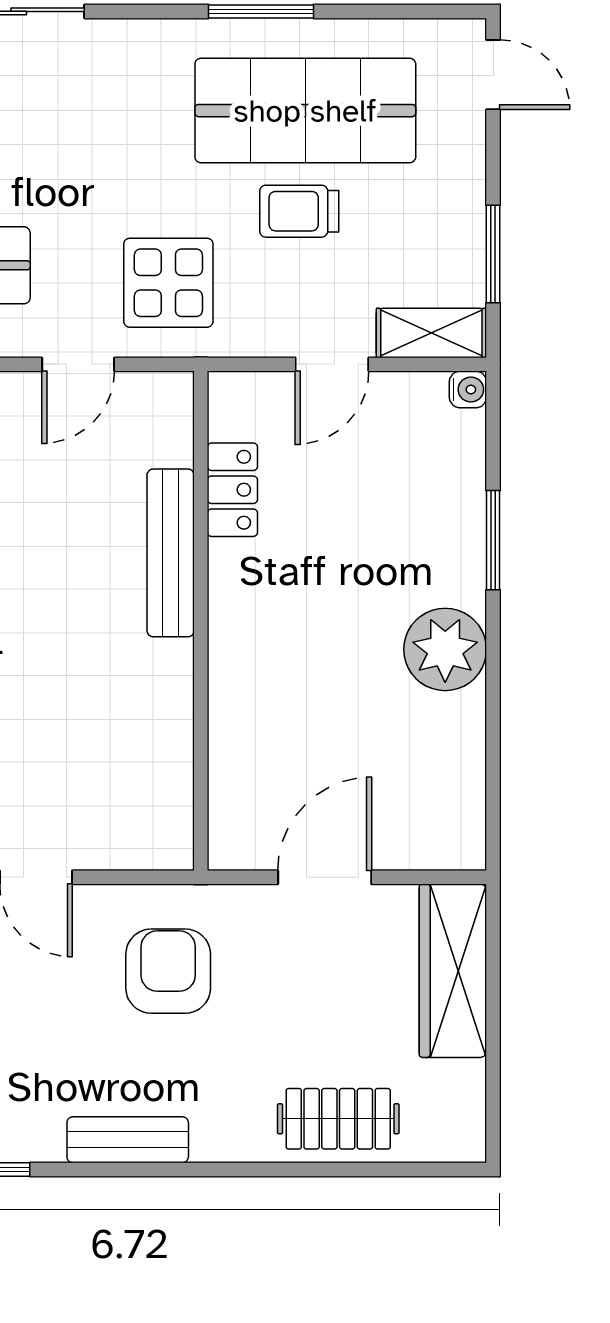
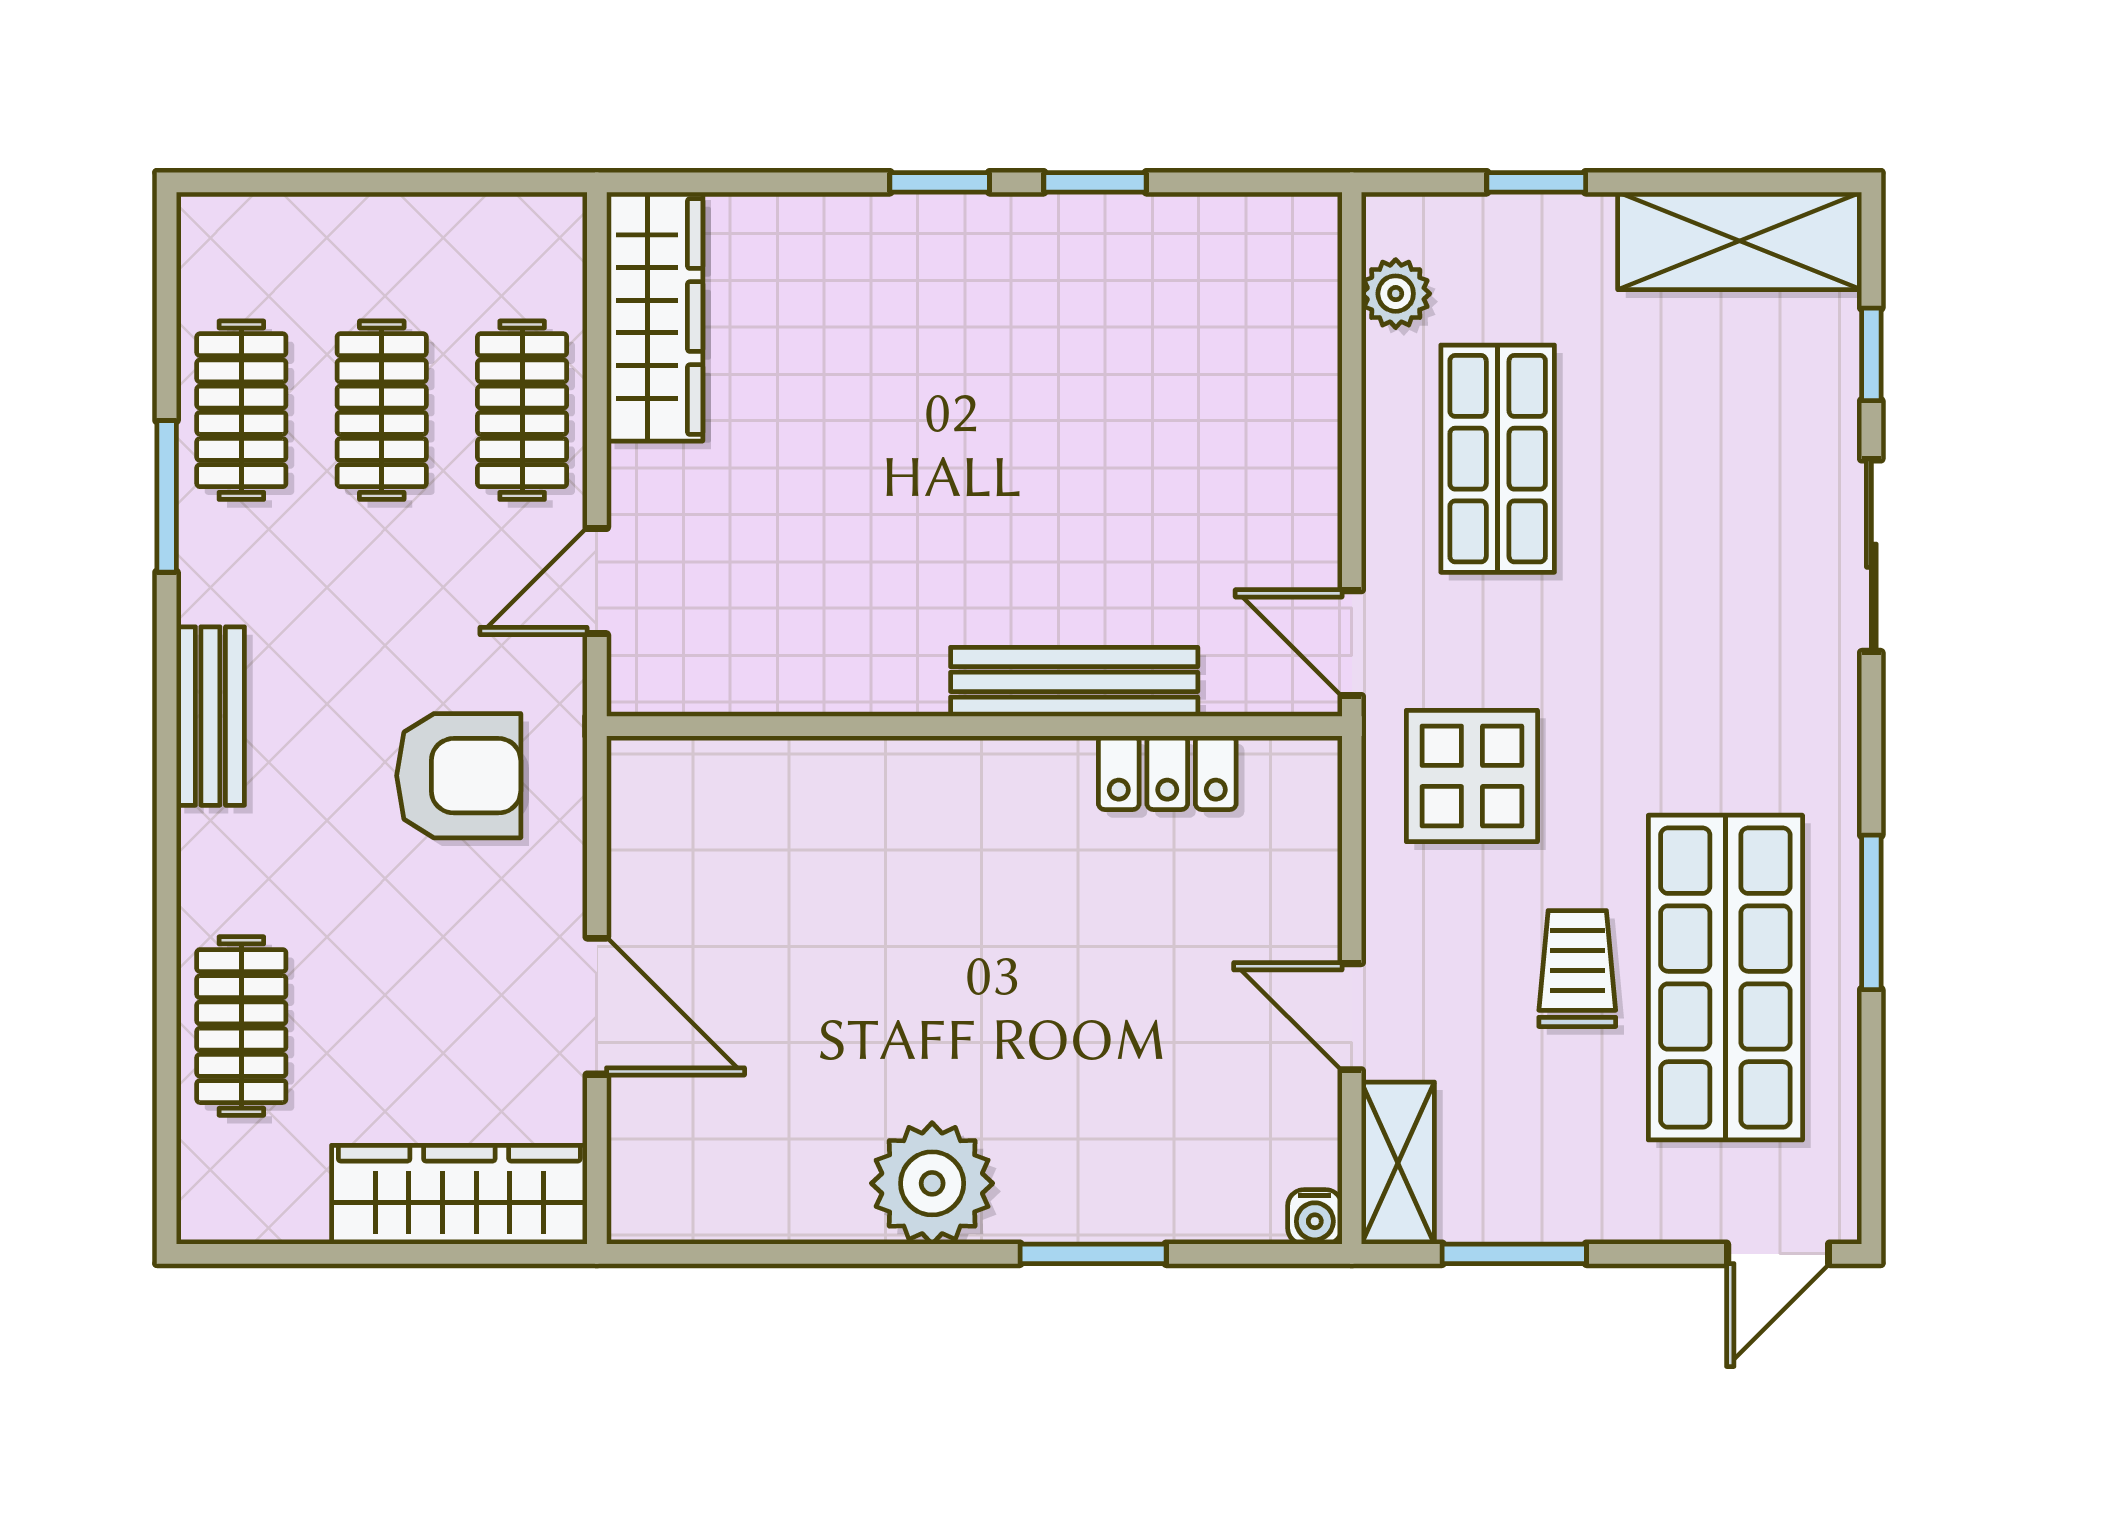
locker: (232, 490) -> (1167, 773), moved
bench: (171, 553) -> (1074, 682), moved
wall: (201, 621) -> (974, 726), moved

